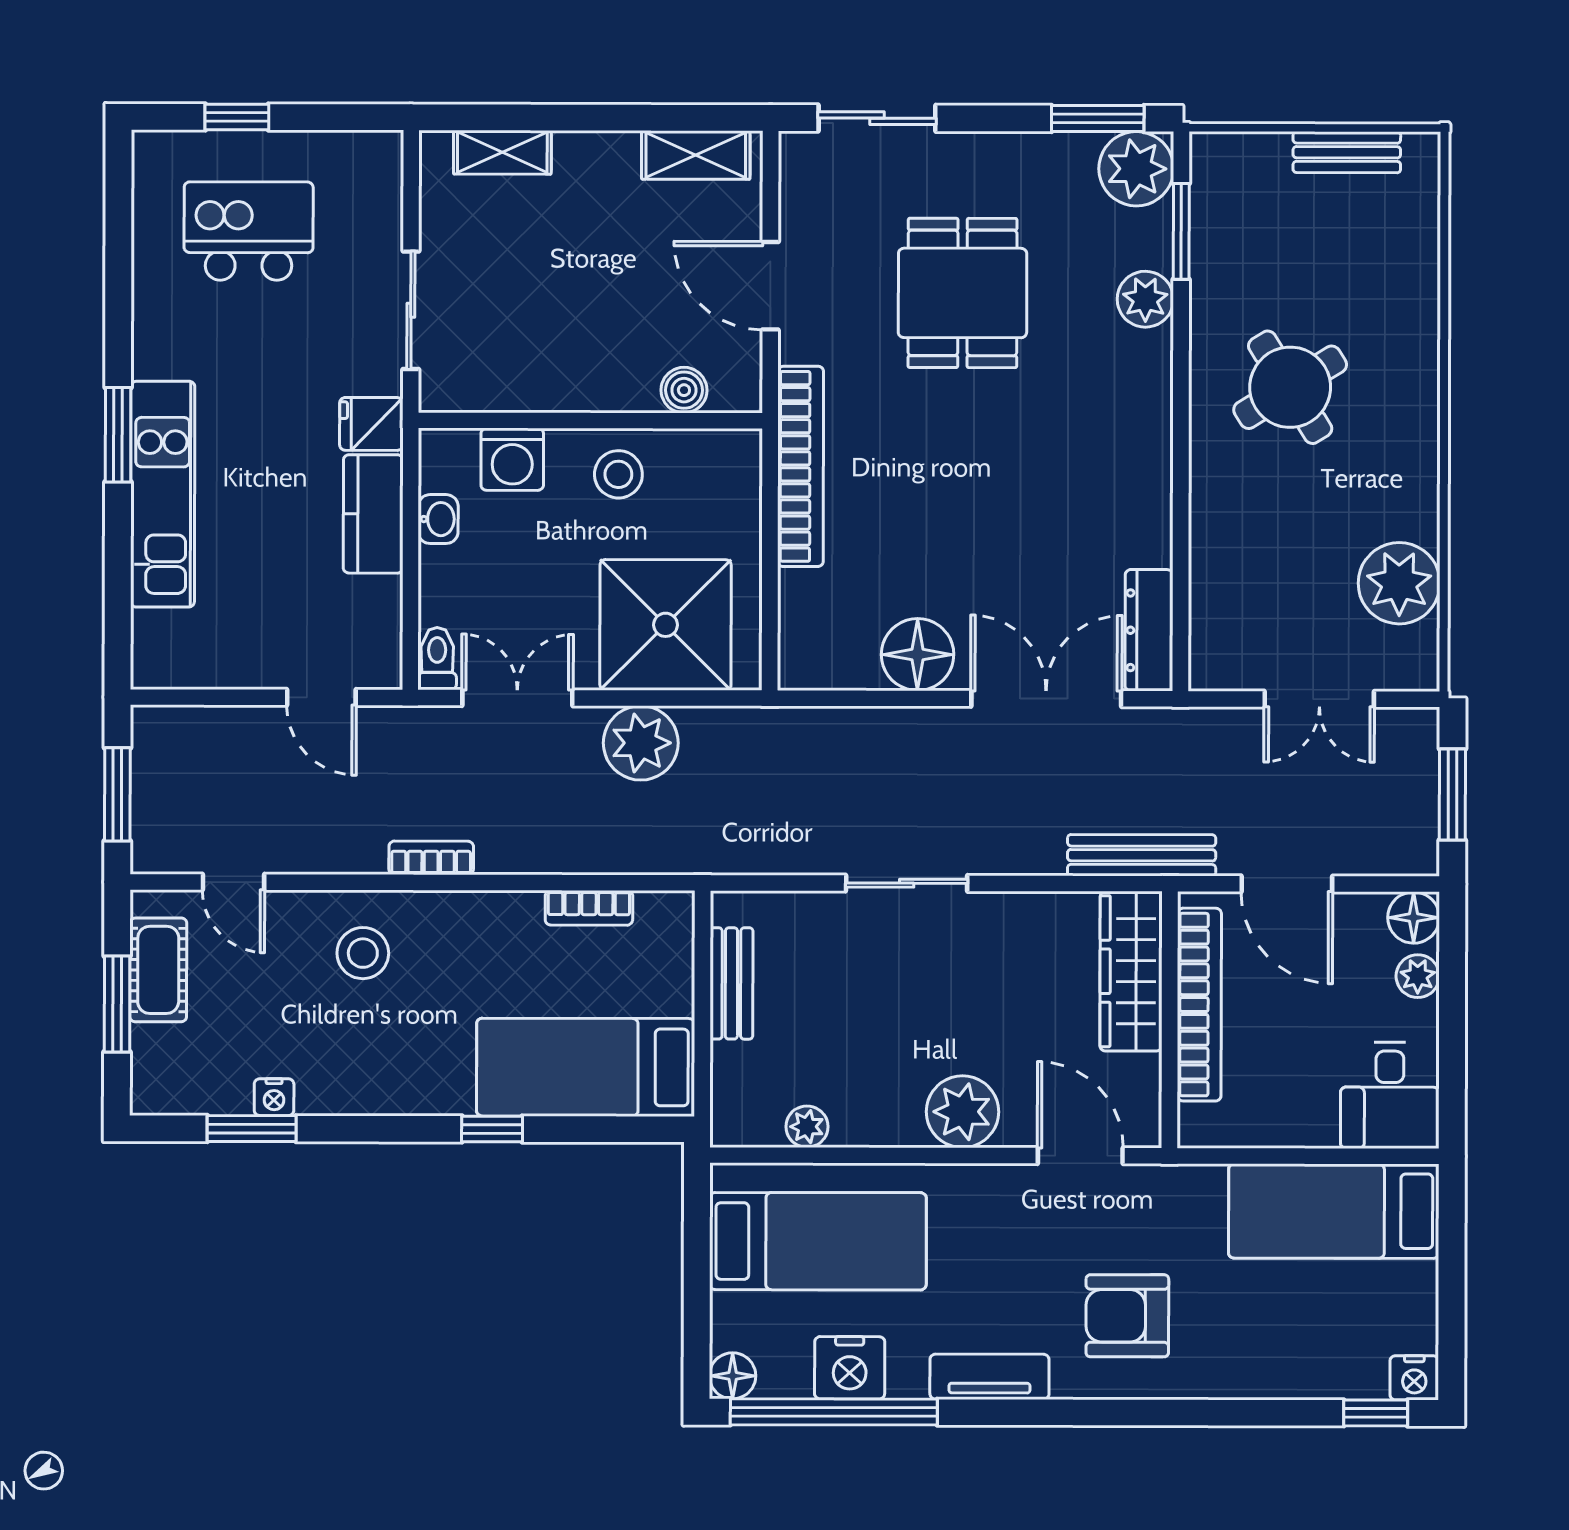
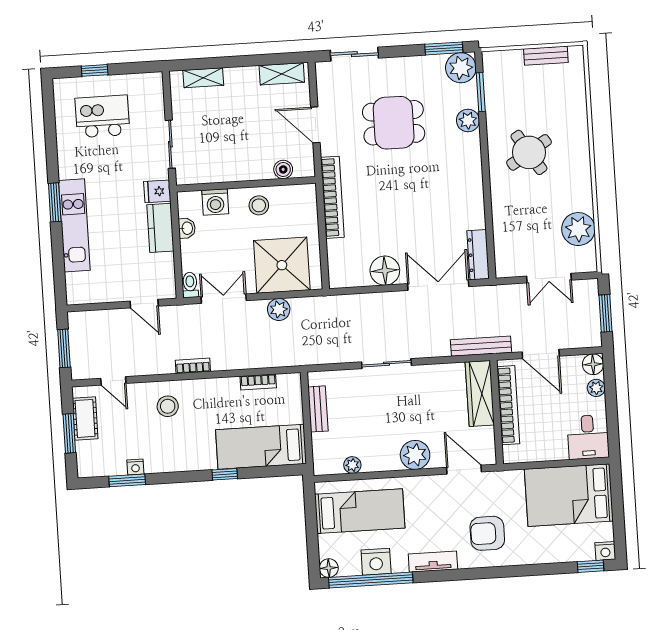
dining table: (963, 293) -> (394, 123), turned 90
plant: (641, 743) -> (279, 309), width x0.73, depth x0.73
bed: (1334, 1211) -> (569, 495), width x1.50

